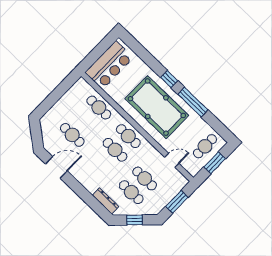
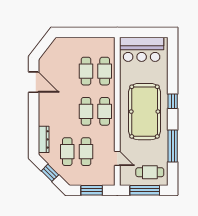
window: (193, 102) -> (173, 146), moved
cafe table: (72, 135) -> (86, 71), moved
window: (215, 163) -> (145, 190), width x1.44

